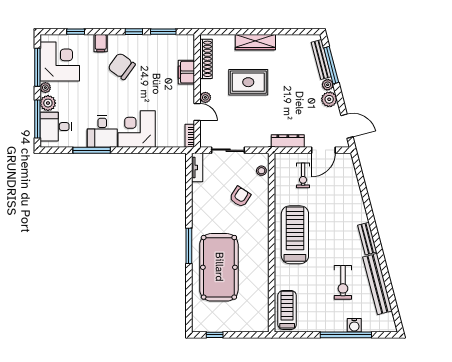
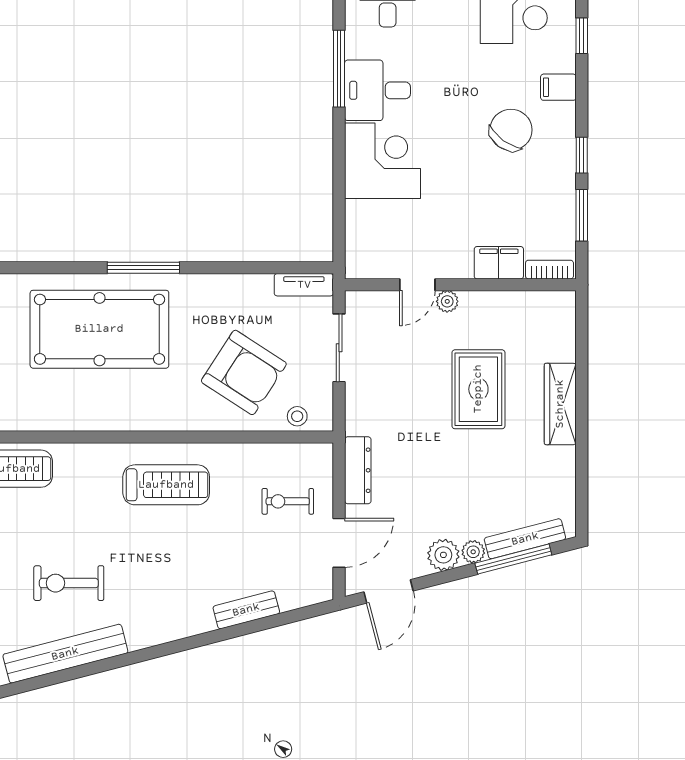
shoe rack: (206, 59) -> (526, 303), removed
bookcase: (190, 136) -> (549, 270), moved
door: (323, 150) -> (339, 543), swing flipped
armchair: (240, 197) -> (244, 372), width x1.88, depth x1.88
treadmill: (295, 235) -> (166, 485), width x0.73, depth x0.73
bench: (367, 239) -> (246, 610), moved

